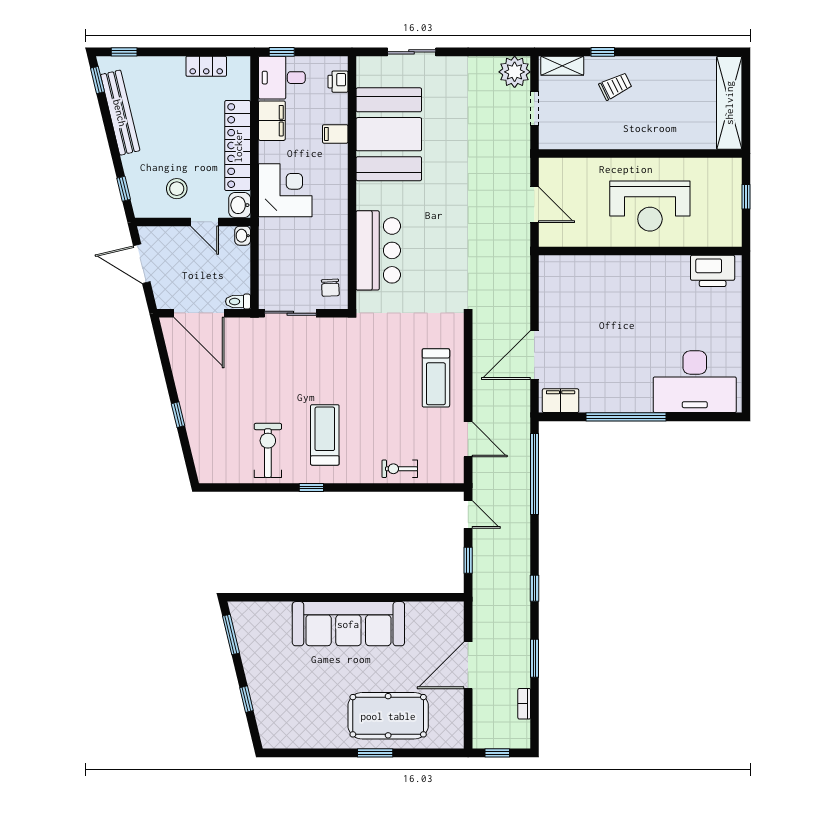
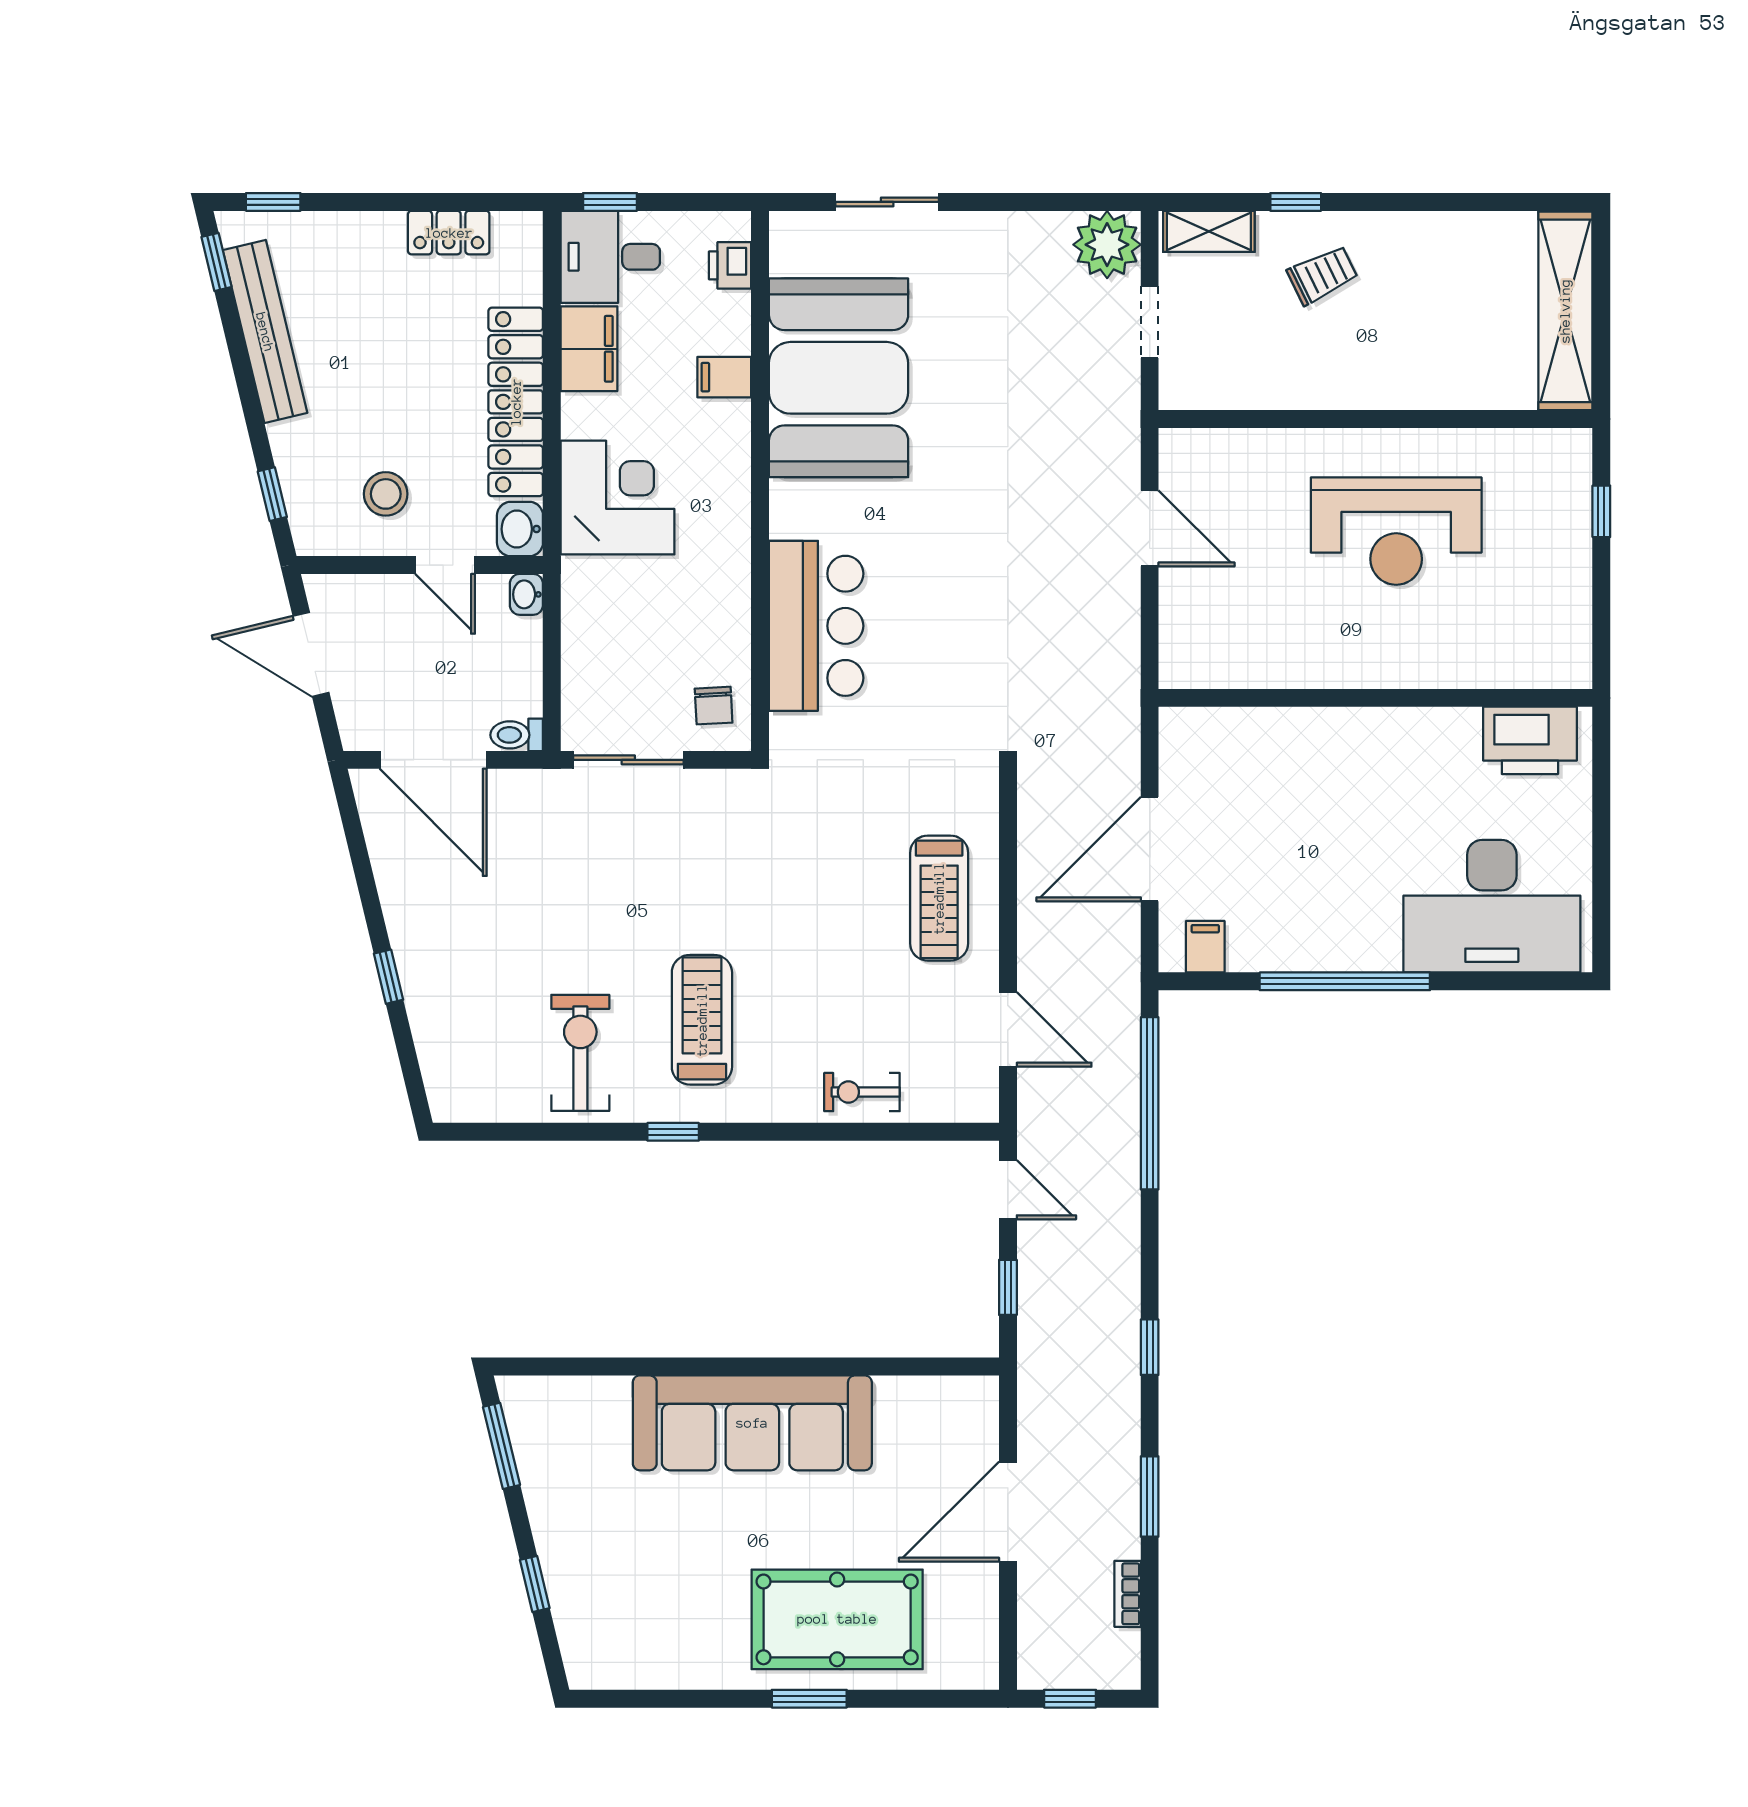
wall: (640, 251) -> (1375, 698), moved
printer: (713, 271) -> (1530, 740), moved
filing cabinet: (561, 401) -> (1205, 947), width x0.50

